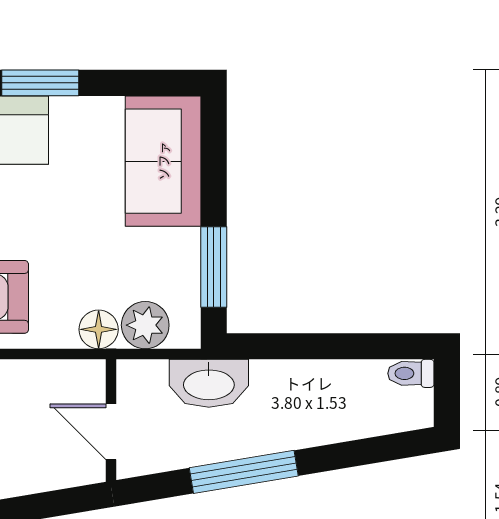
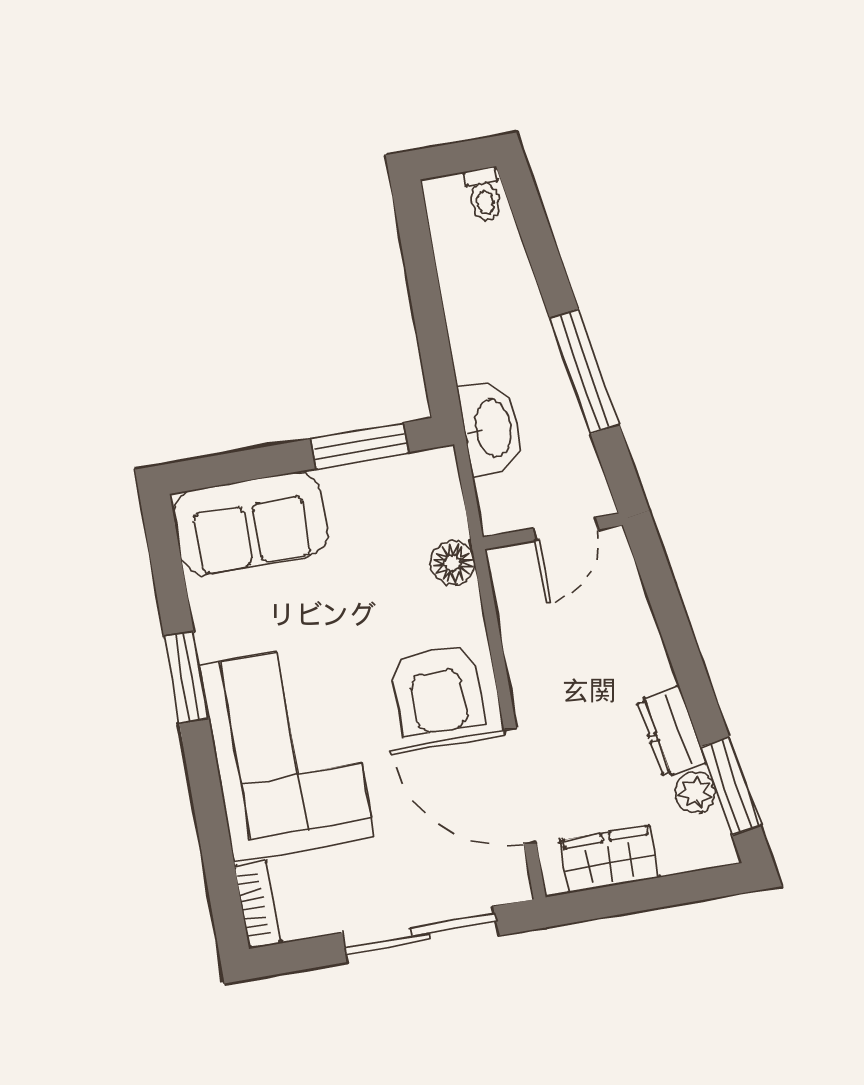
plant: (145, 325) -> (439, 511), removed
toilet: (411, 373) -> (484, 195), moved

